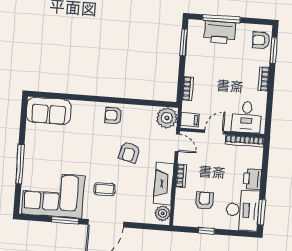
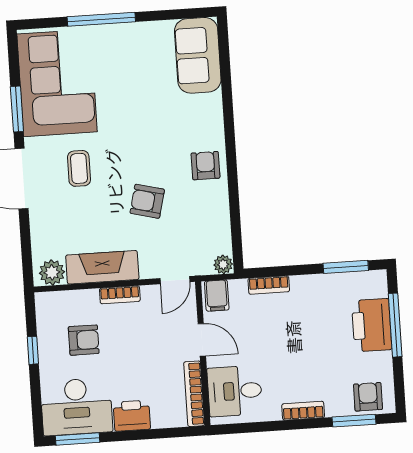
plant: (167, 118) -> (223, 264), width x0.53, depth x0.53

